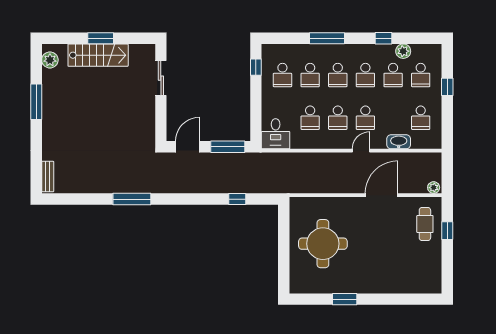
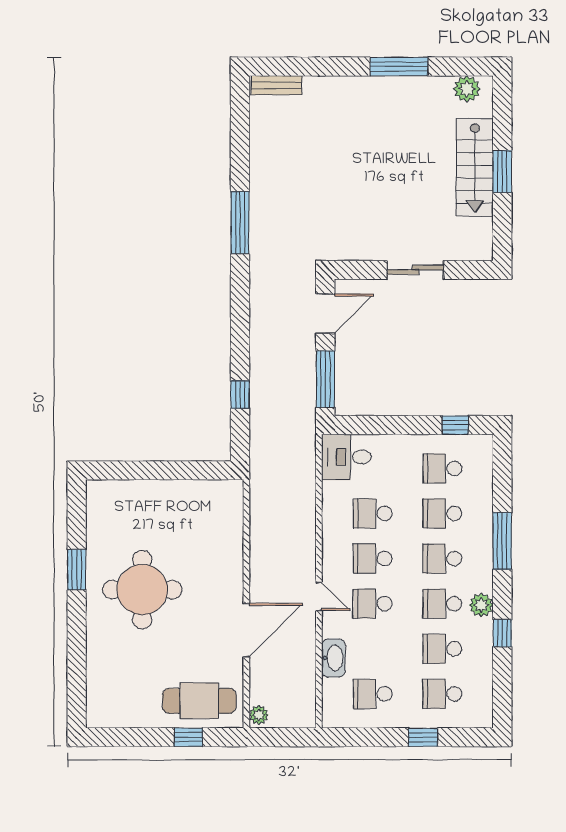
plant: (403, 51) -> (481, 605), moved
sliding door: (161, 78) -> (415, 270), moved
door: (188, 147) -> (325, 314), hinge flipped
door: (382, 195) -> (246, 630), hinge flipped
cafe table: (425, 224) -> (199, 701), width x1.37, depth x1.35
round table: (323, 244) -> (142, 590), moved

